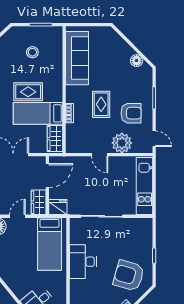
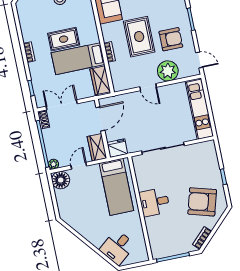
rug: (101, 104) -> (139, 37), width x1.36, depth x1.43
desk: (83, 262) -> (155, 202), width x0.73

